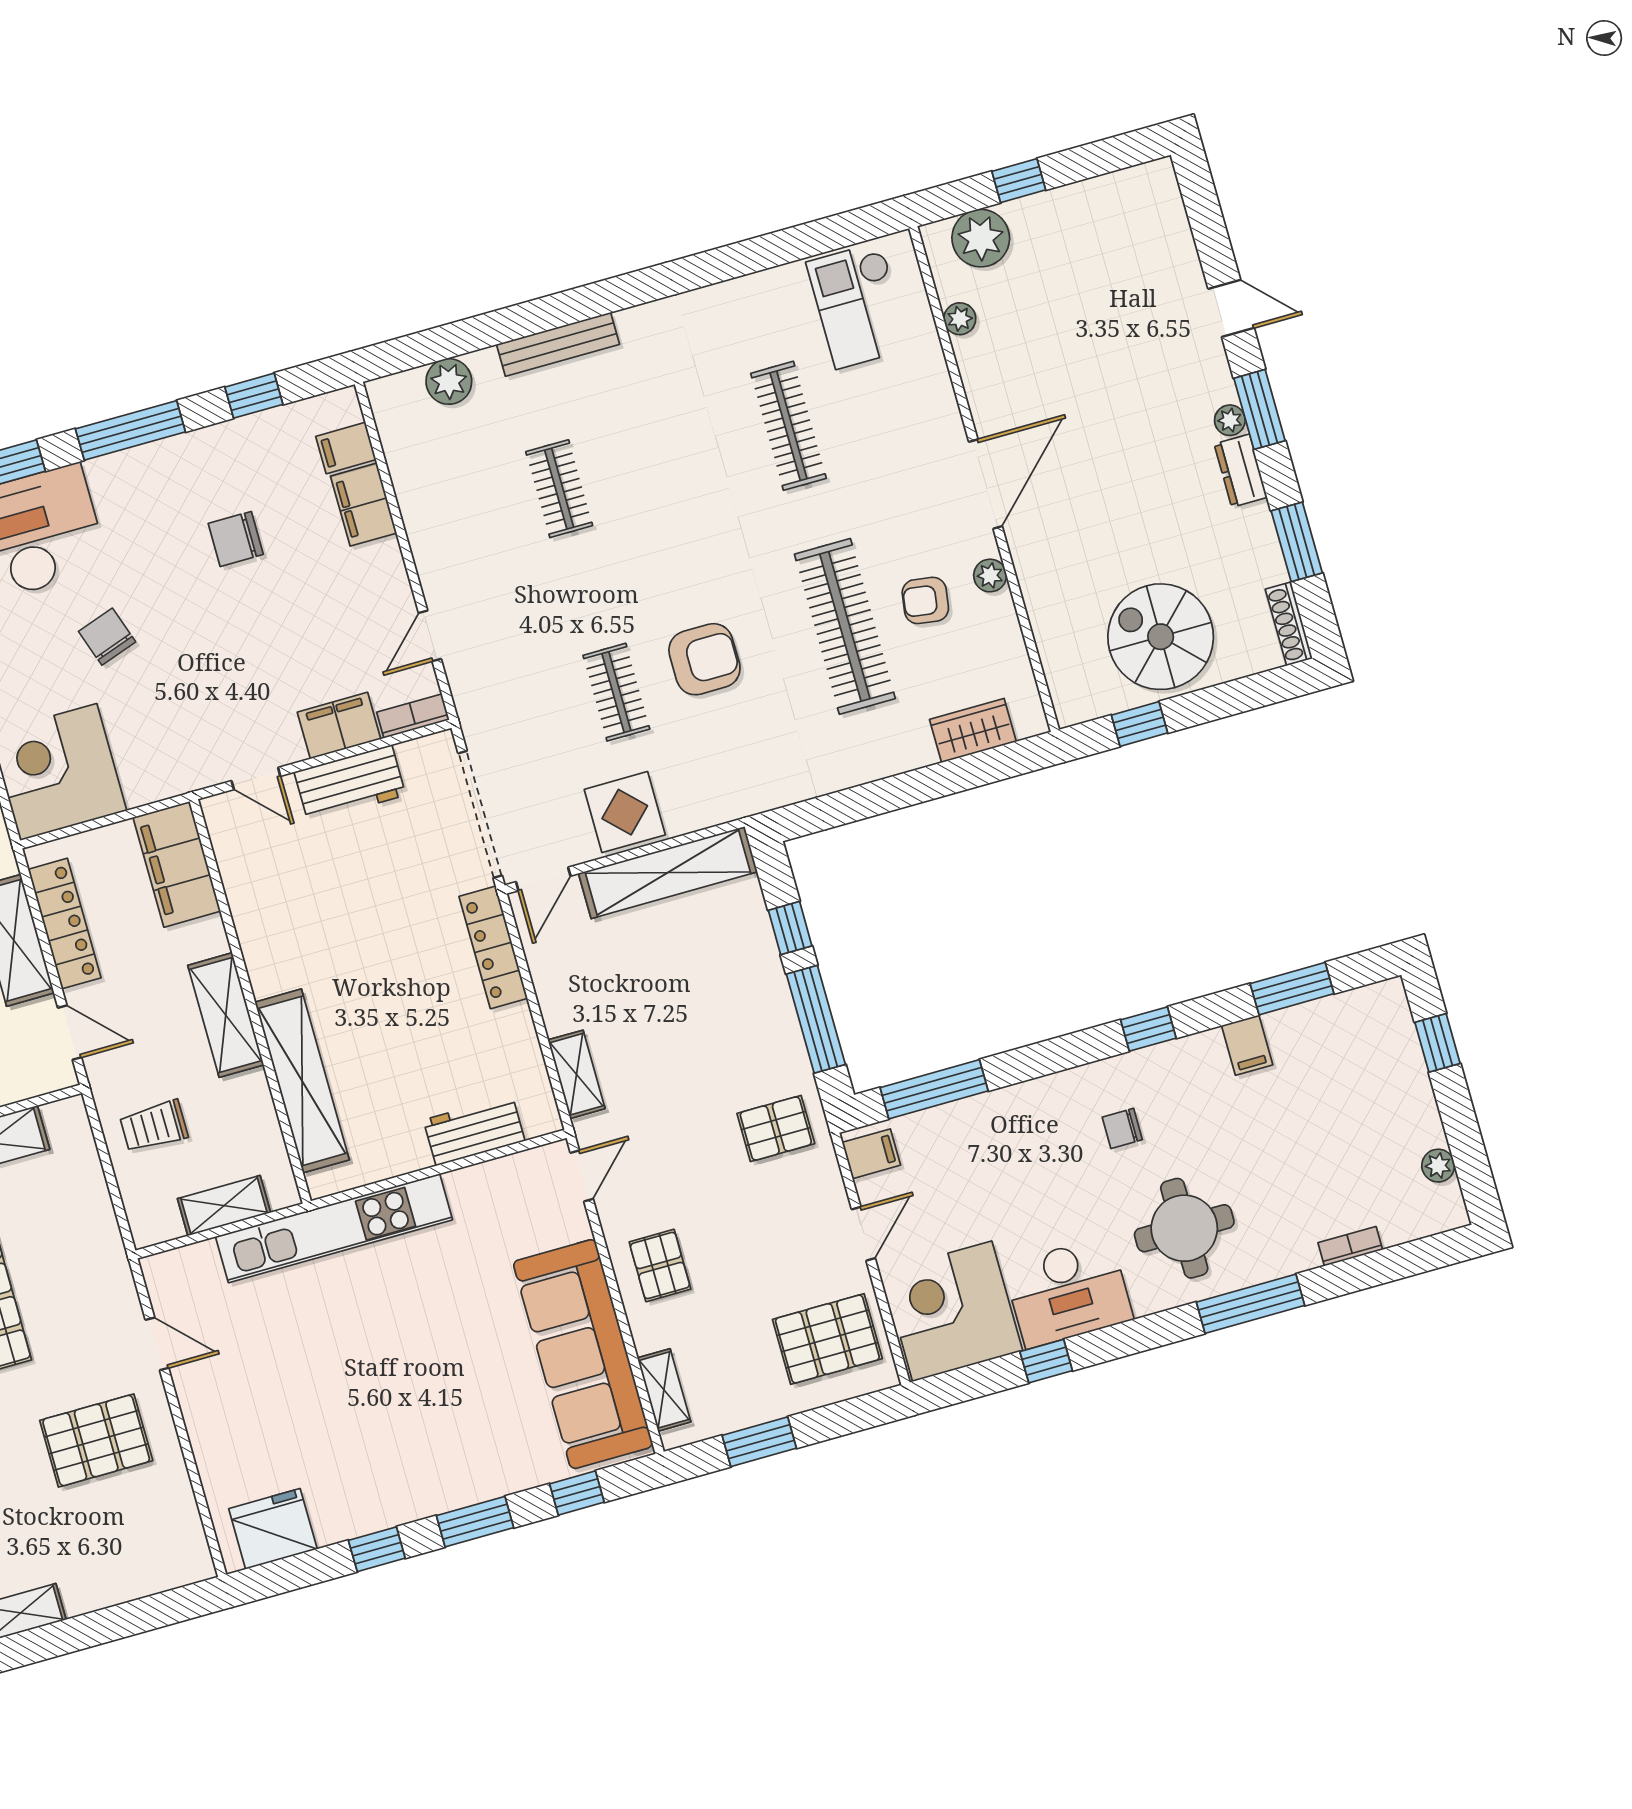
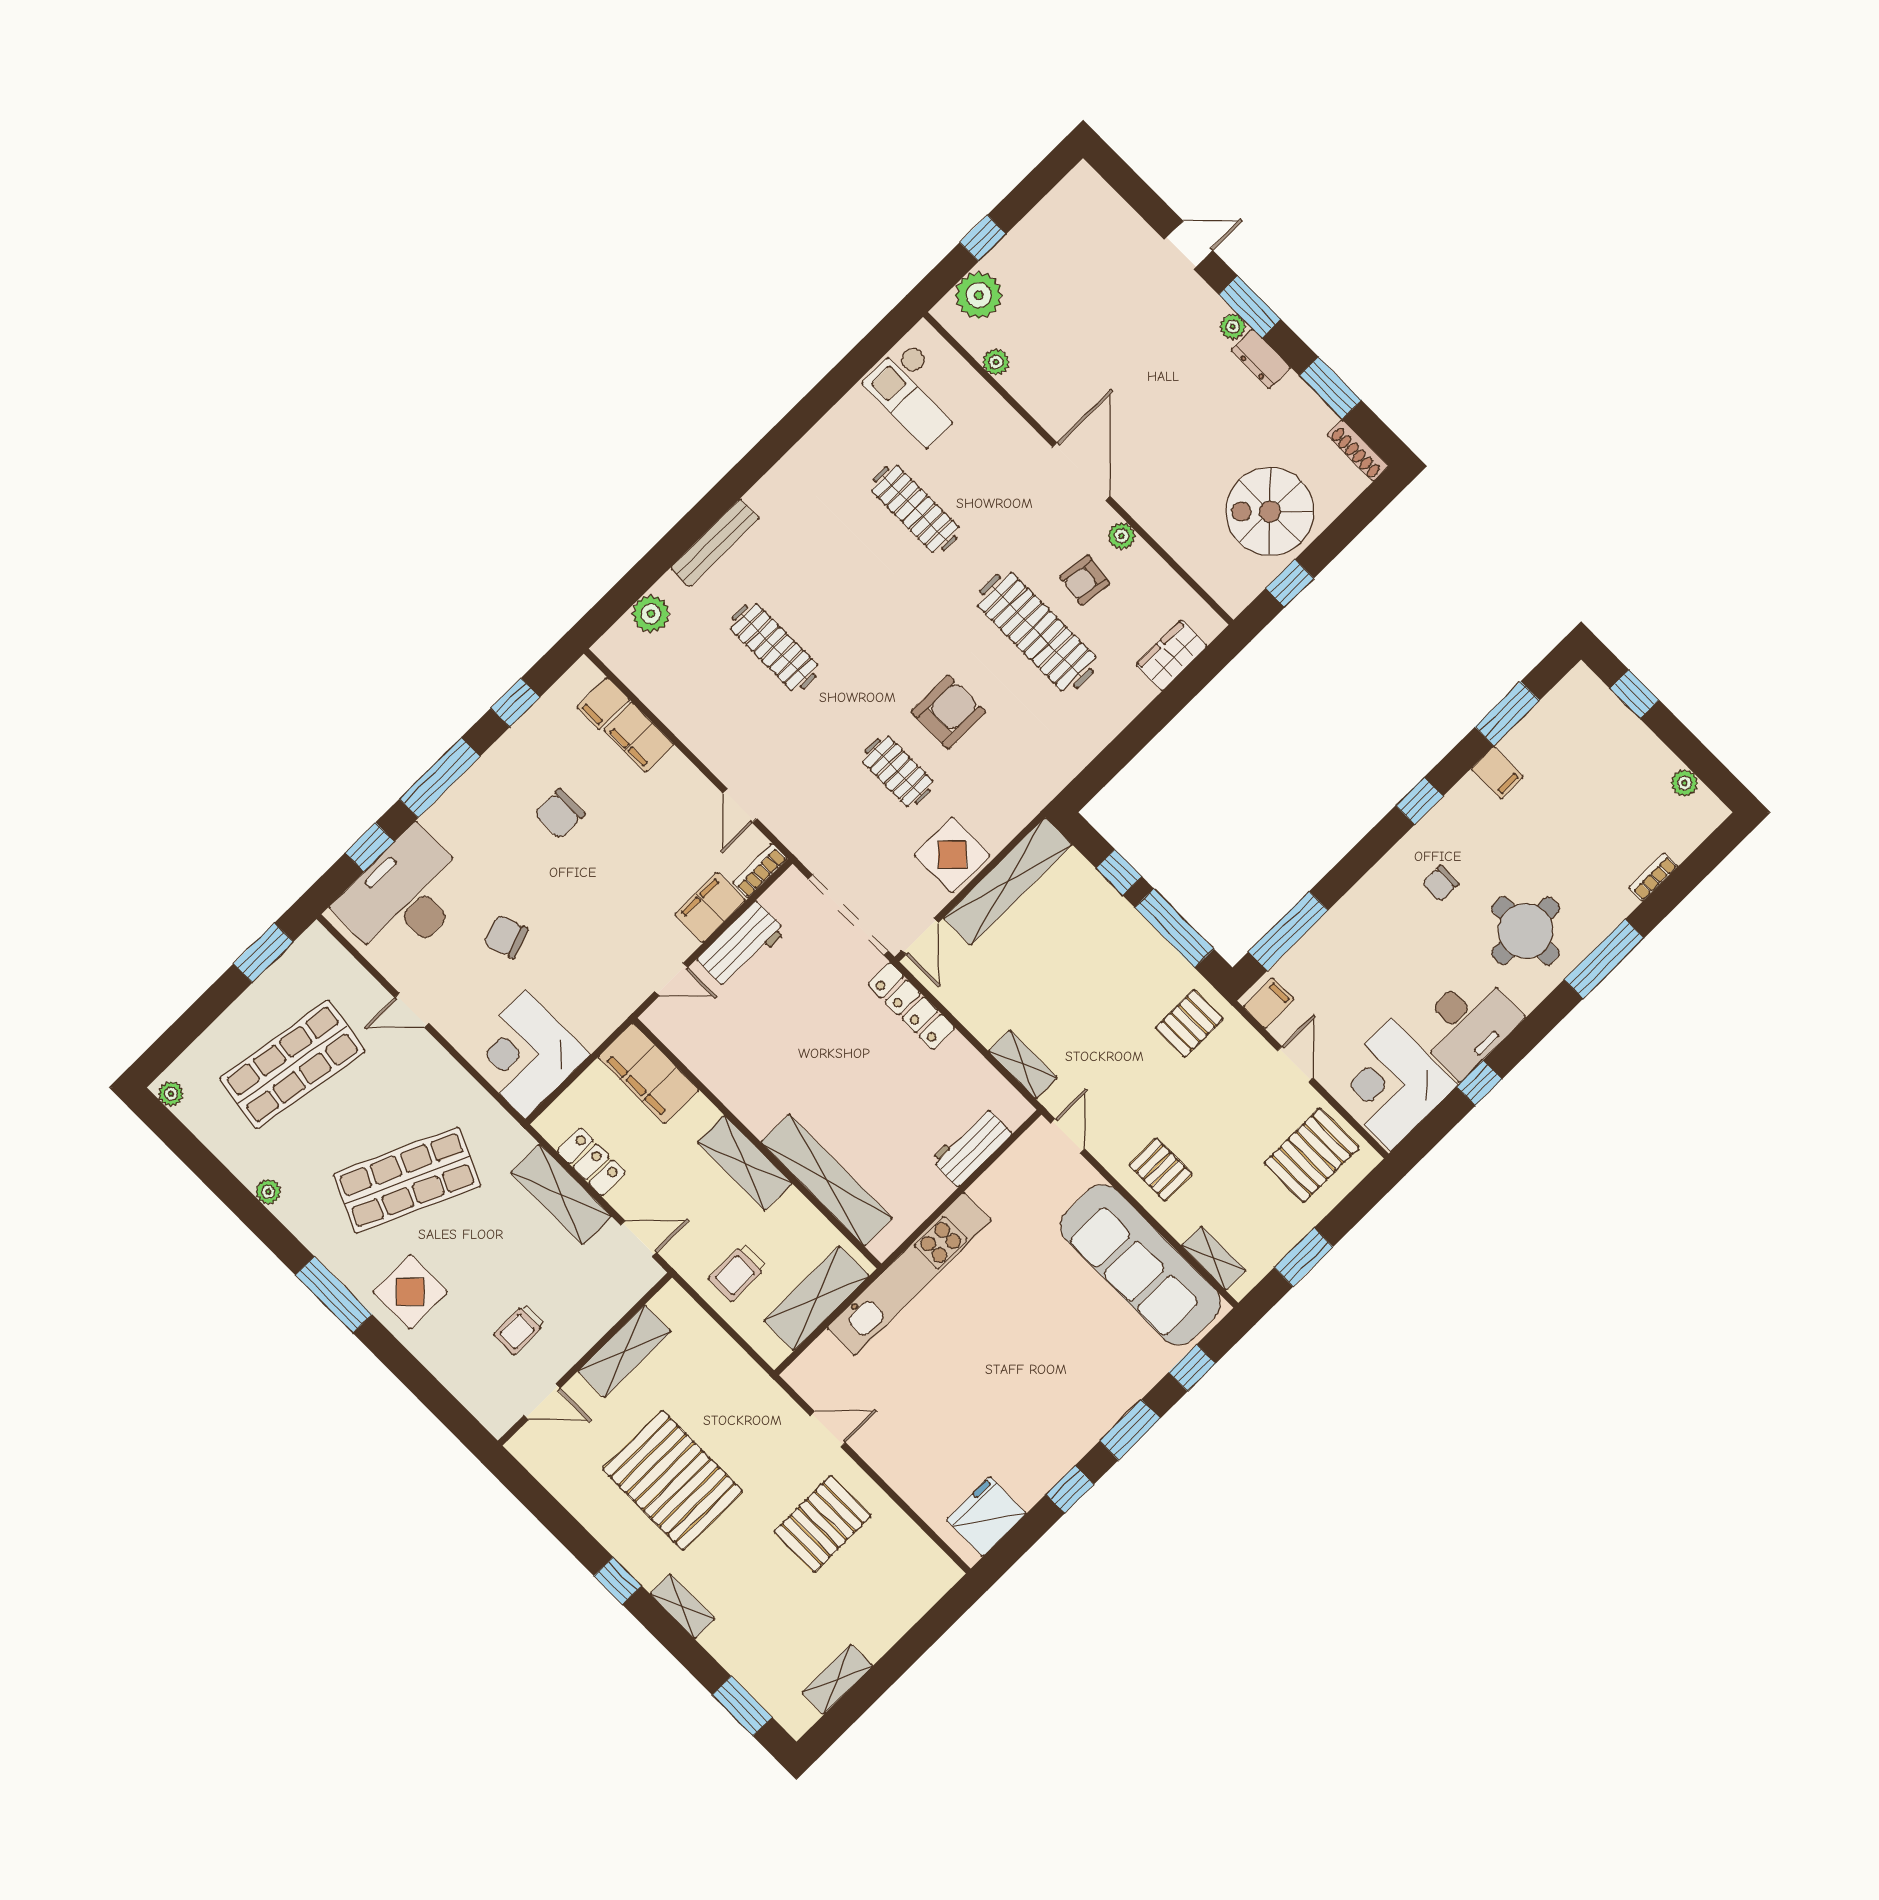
clothes rail: (559, 489) -> (774, 647), width x1.36
locker: (65, 924) -> (591, 1162), width x0.66
shelving: (224, 1206) -> (817, 1298), width x1.50, depth x1.33

